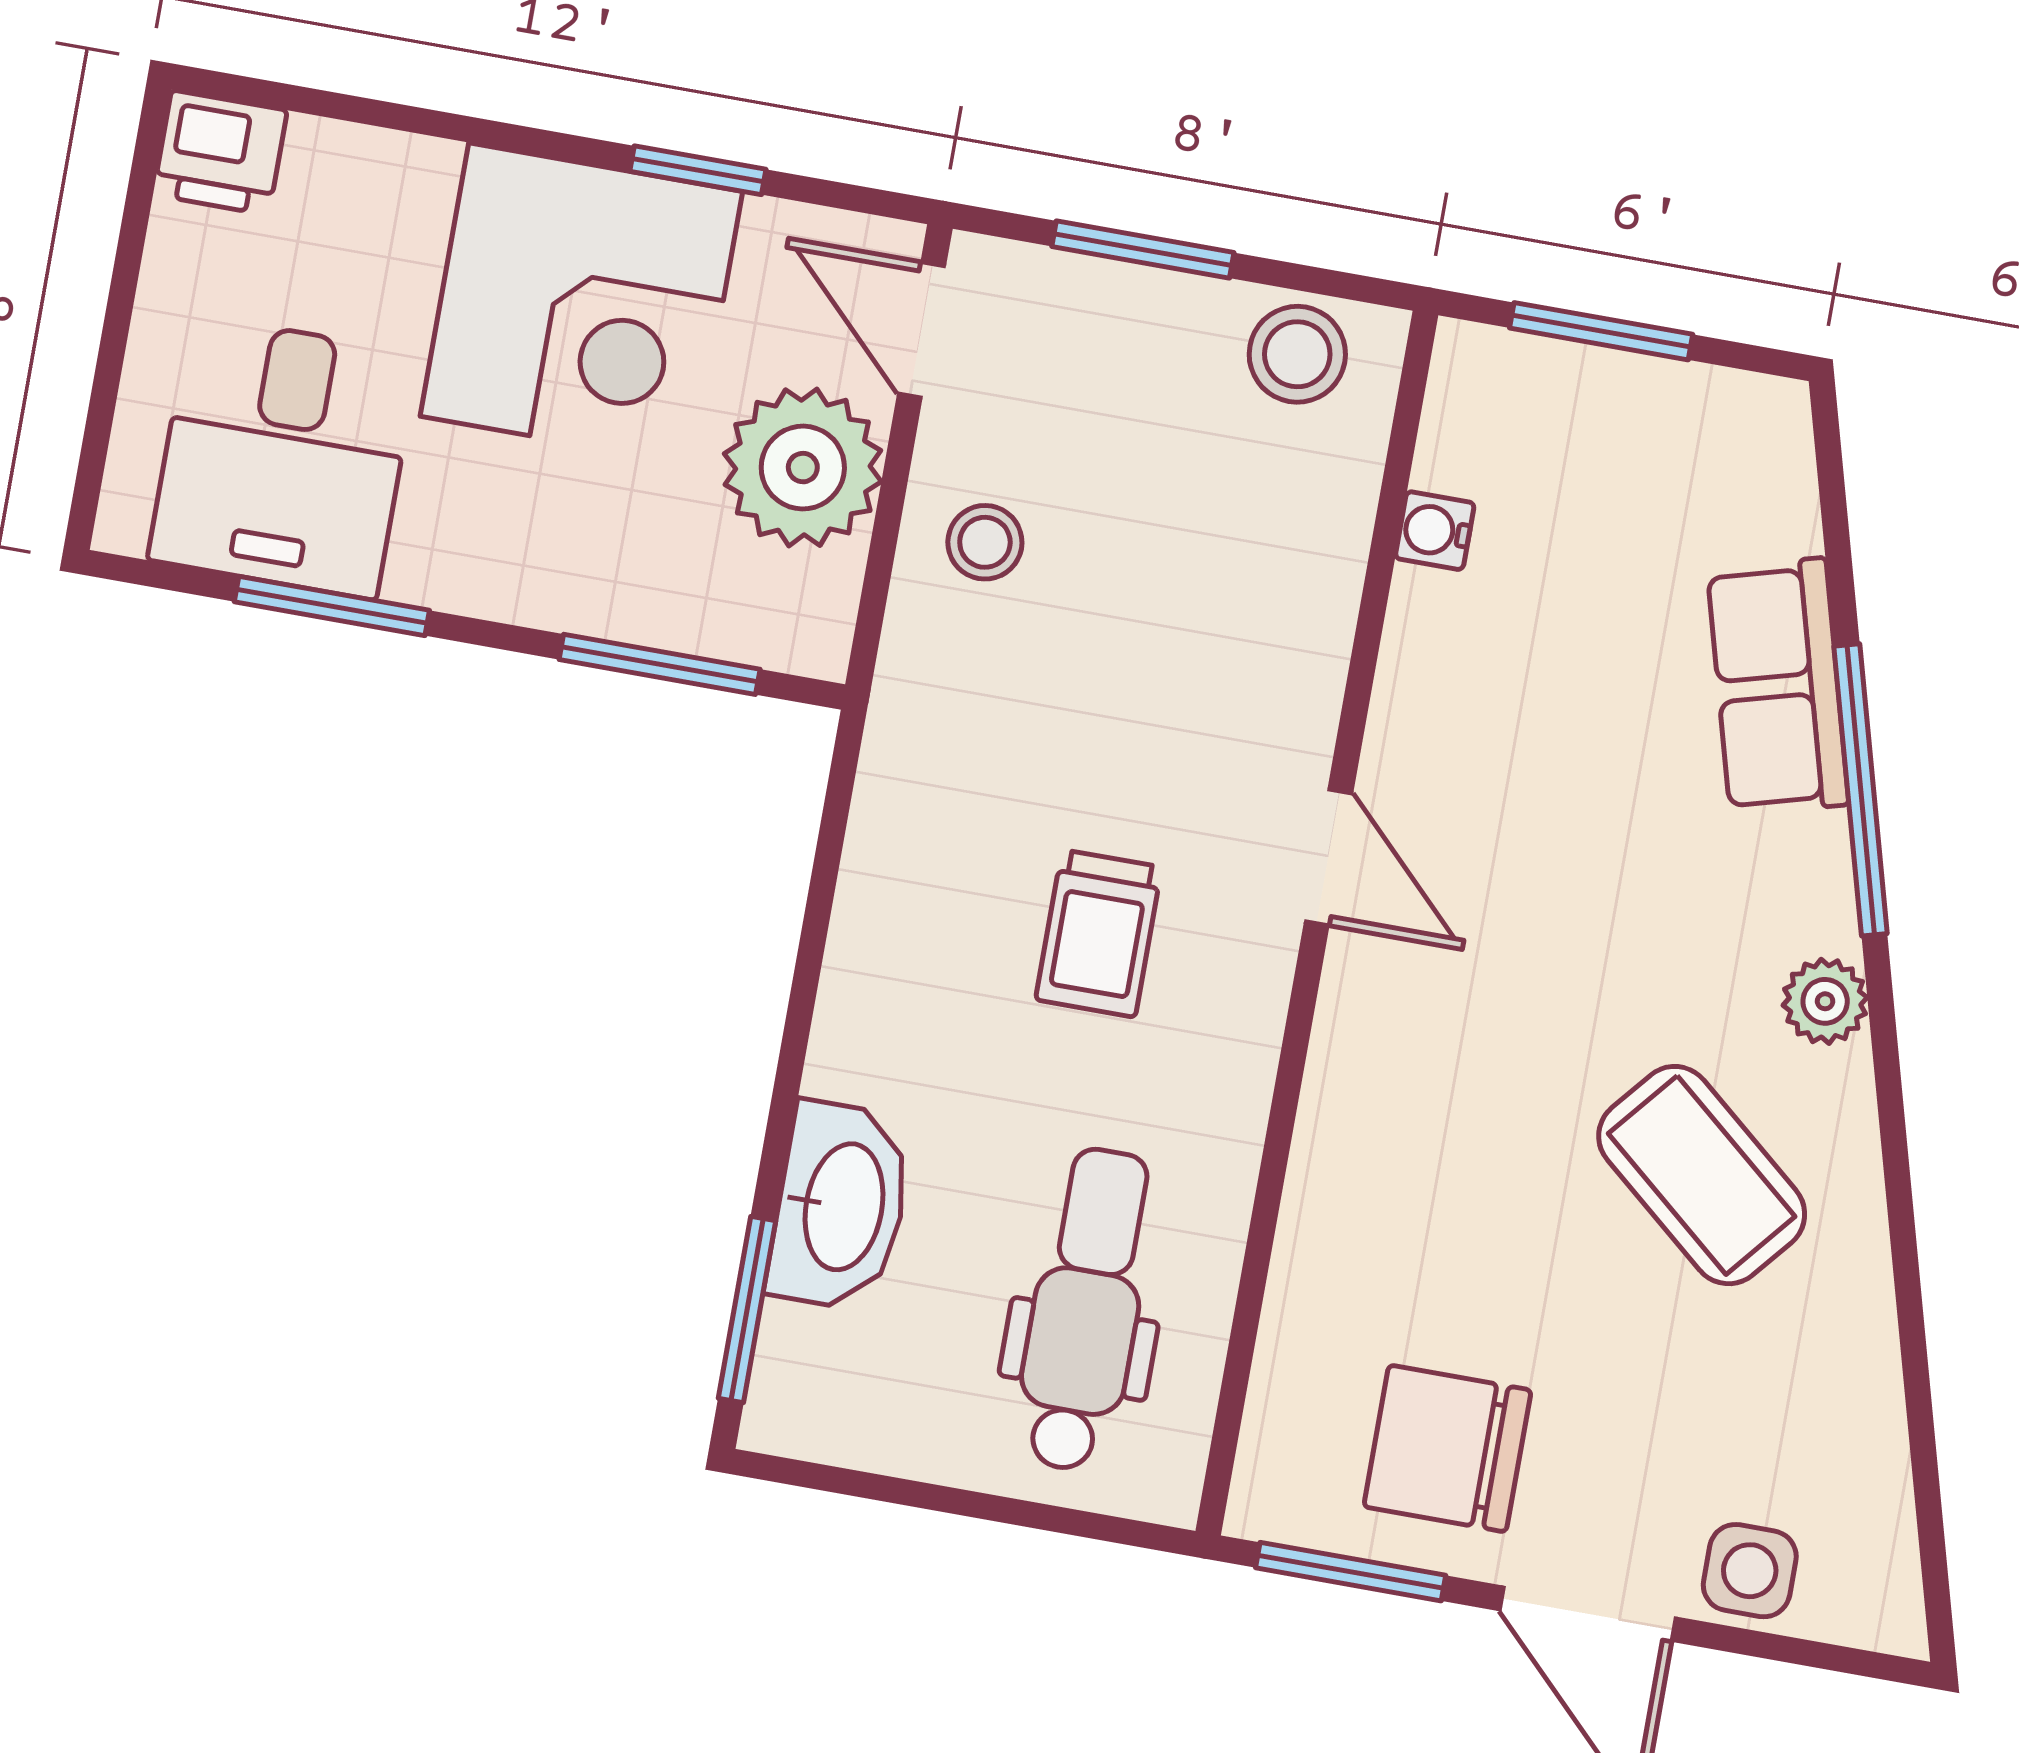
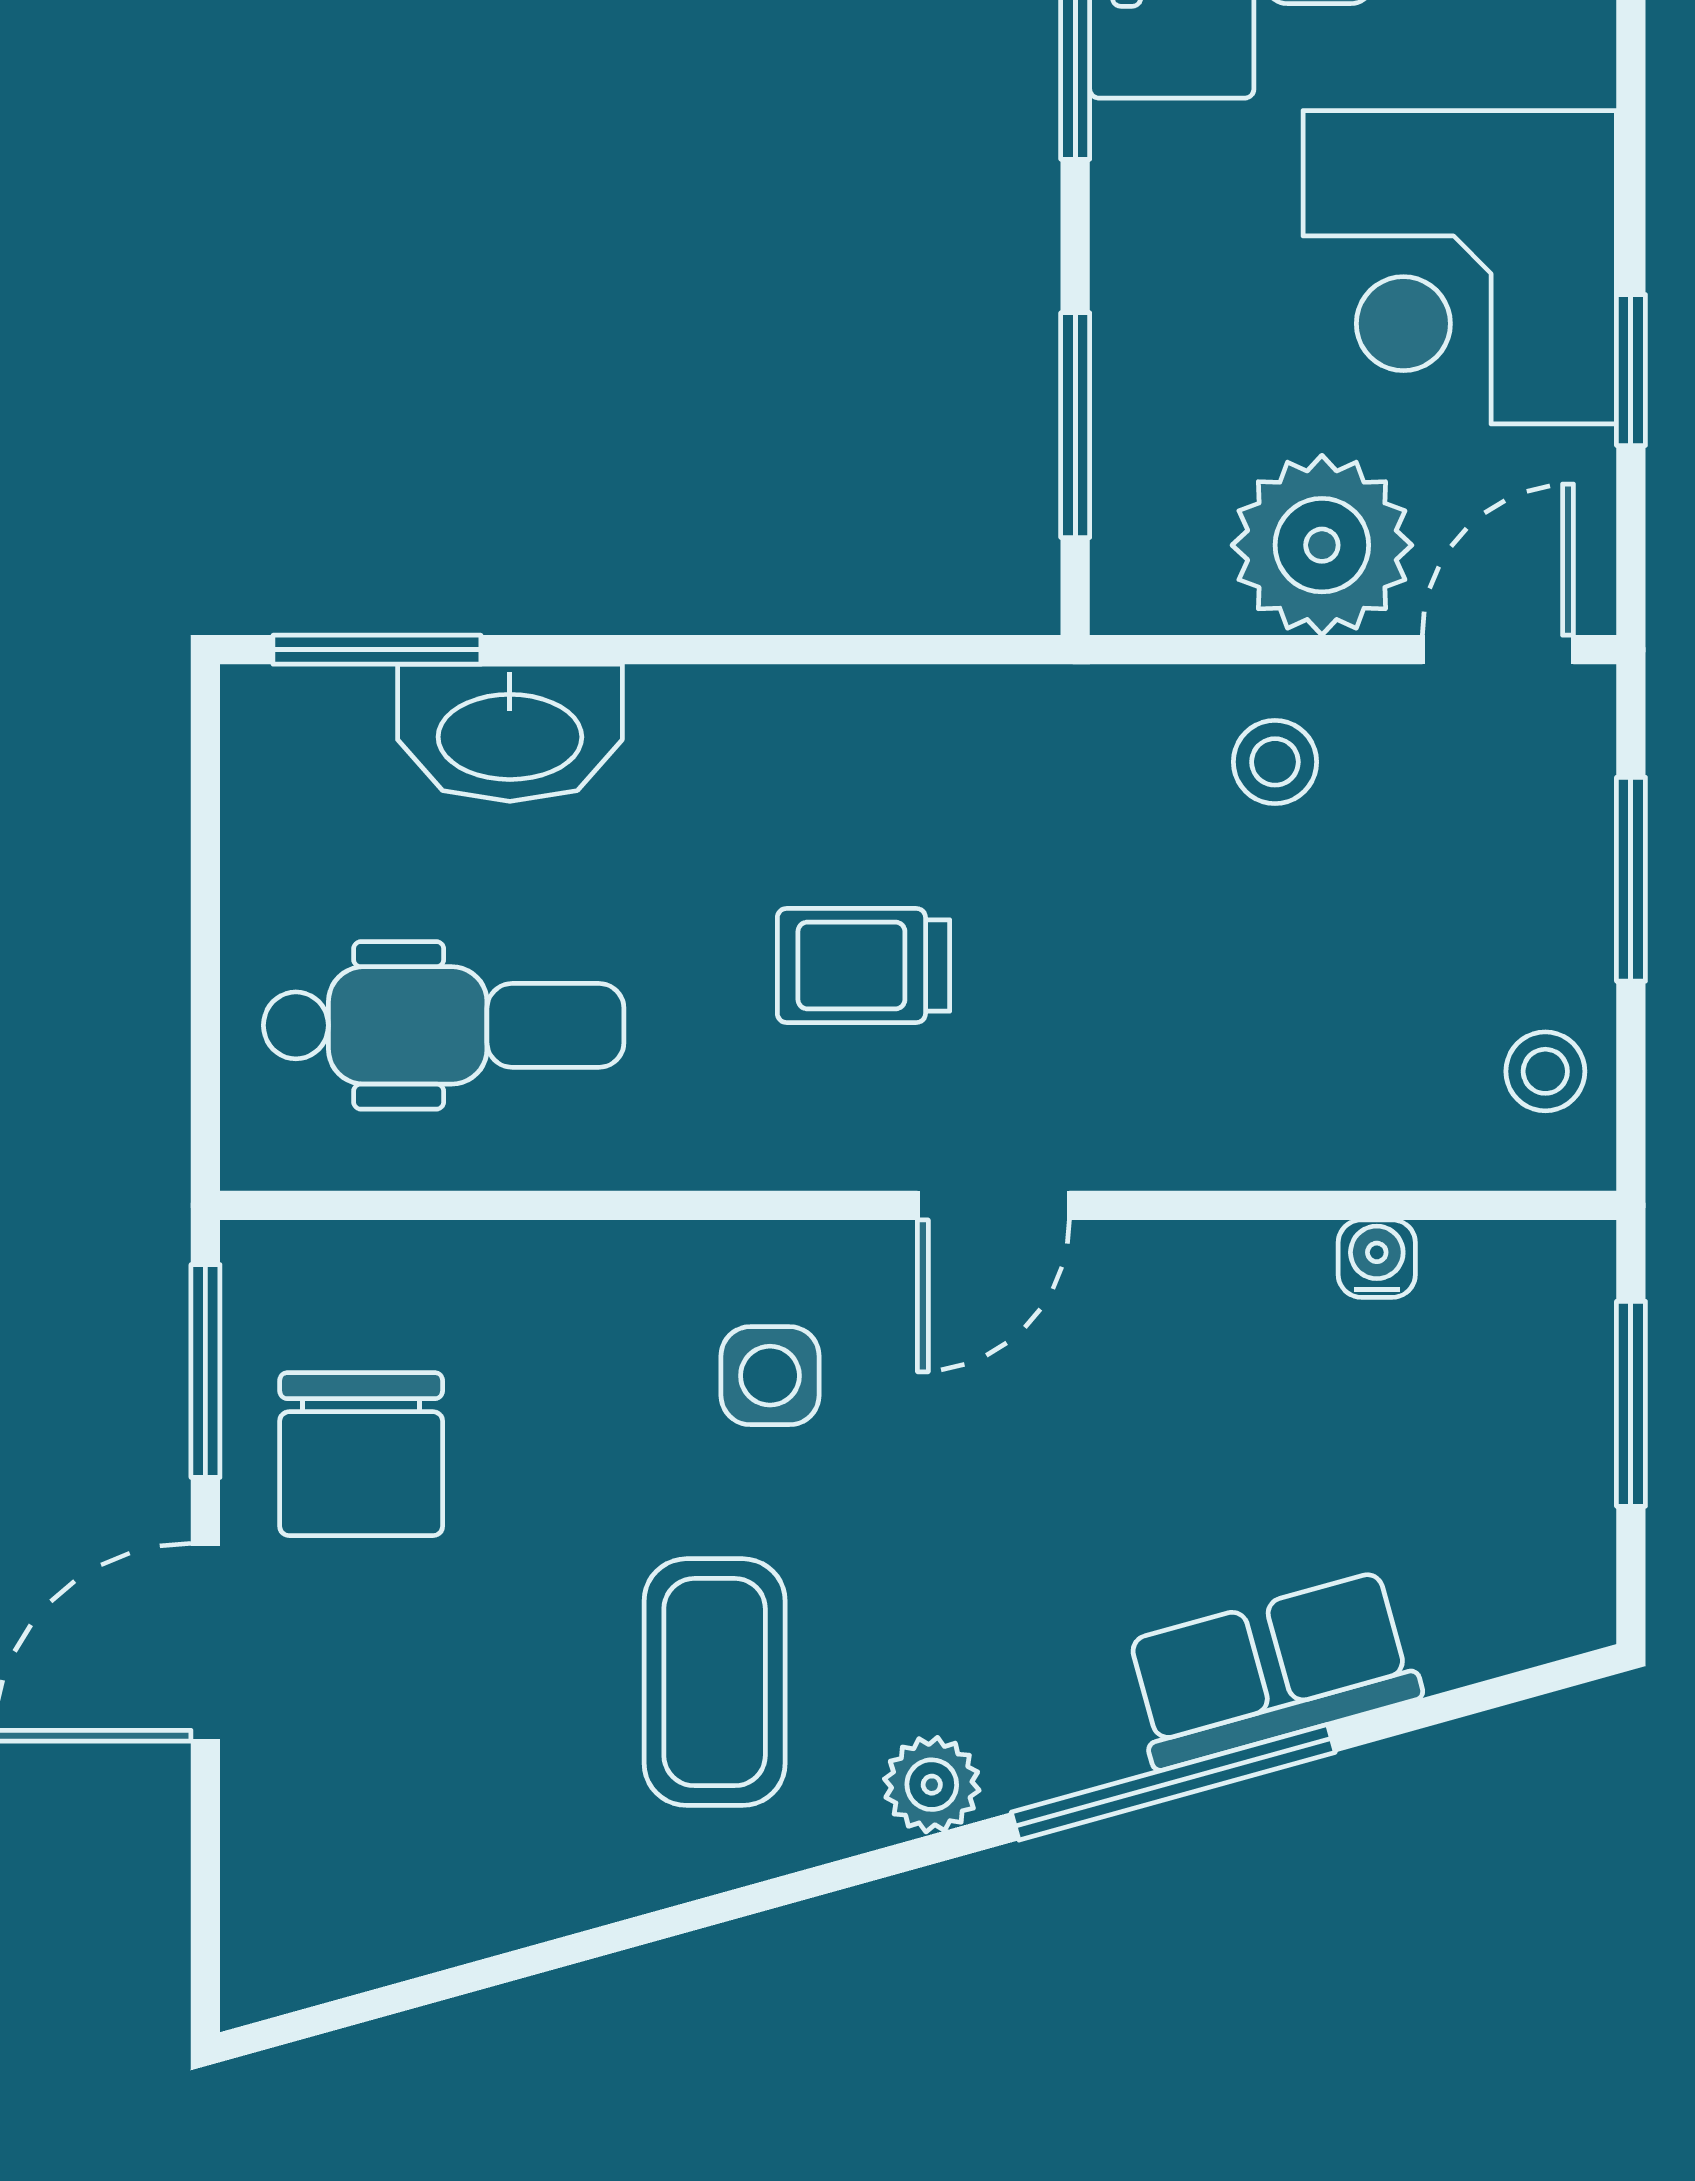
stool: (1297, 354) -> (1545, 1071), width x0.73, depth x0.73
coffee table: (1702, 1175) -> (715, 1682), turned -40
chair: (1447, 1448) -> (361, 1454), turned 180
side table: (1750, 1571) -> (770, 1376), moved

